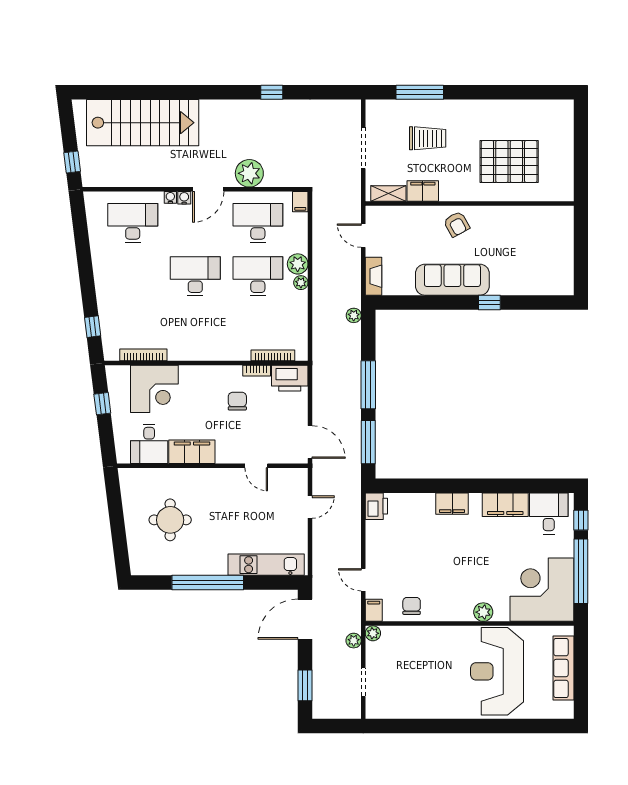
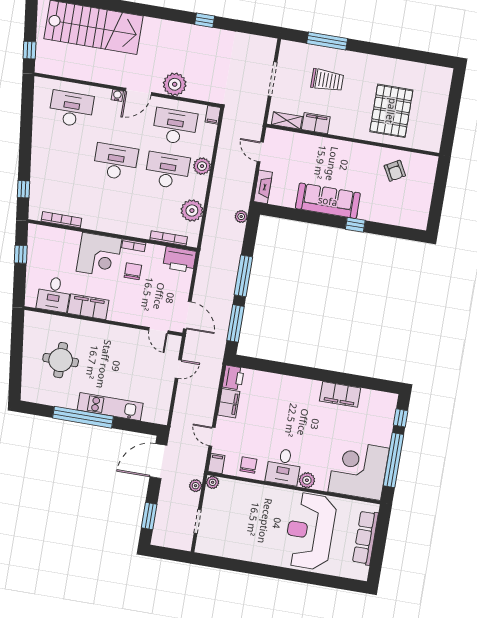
pallet: (509, 161) -> (391, 111), turned 90
water cooler: (170, 197) -> (106, 93), removed
armchair: (457, 224) -> (395, 171), moved
plant: (301, 283) -> (192, 211), moved, width x1.88, depth x1.88
bookcase: (257, 371) -> (134, 245), moved
corner desk: (154, 389) -> (99, 255), moved
door: (256, 466) -> (158, 331), moved
filing cabinet: (452, 504) -> (229, 403), moved, turned -90
desk: (549, 513) -> (284, 467), moved, turned 180
kitchen unit: (266, 565) -> (110, 407), moved

